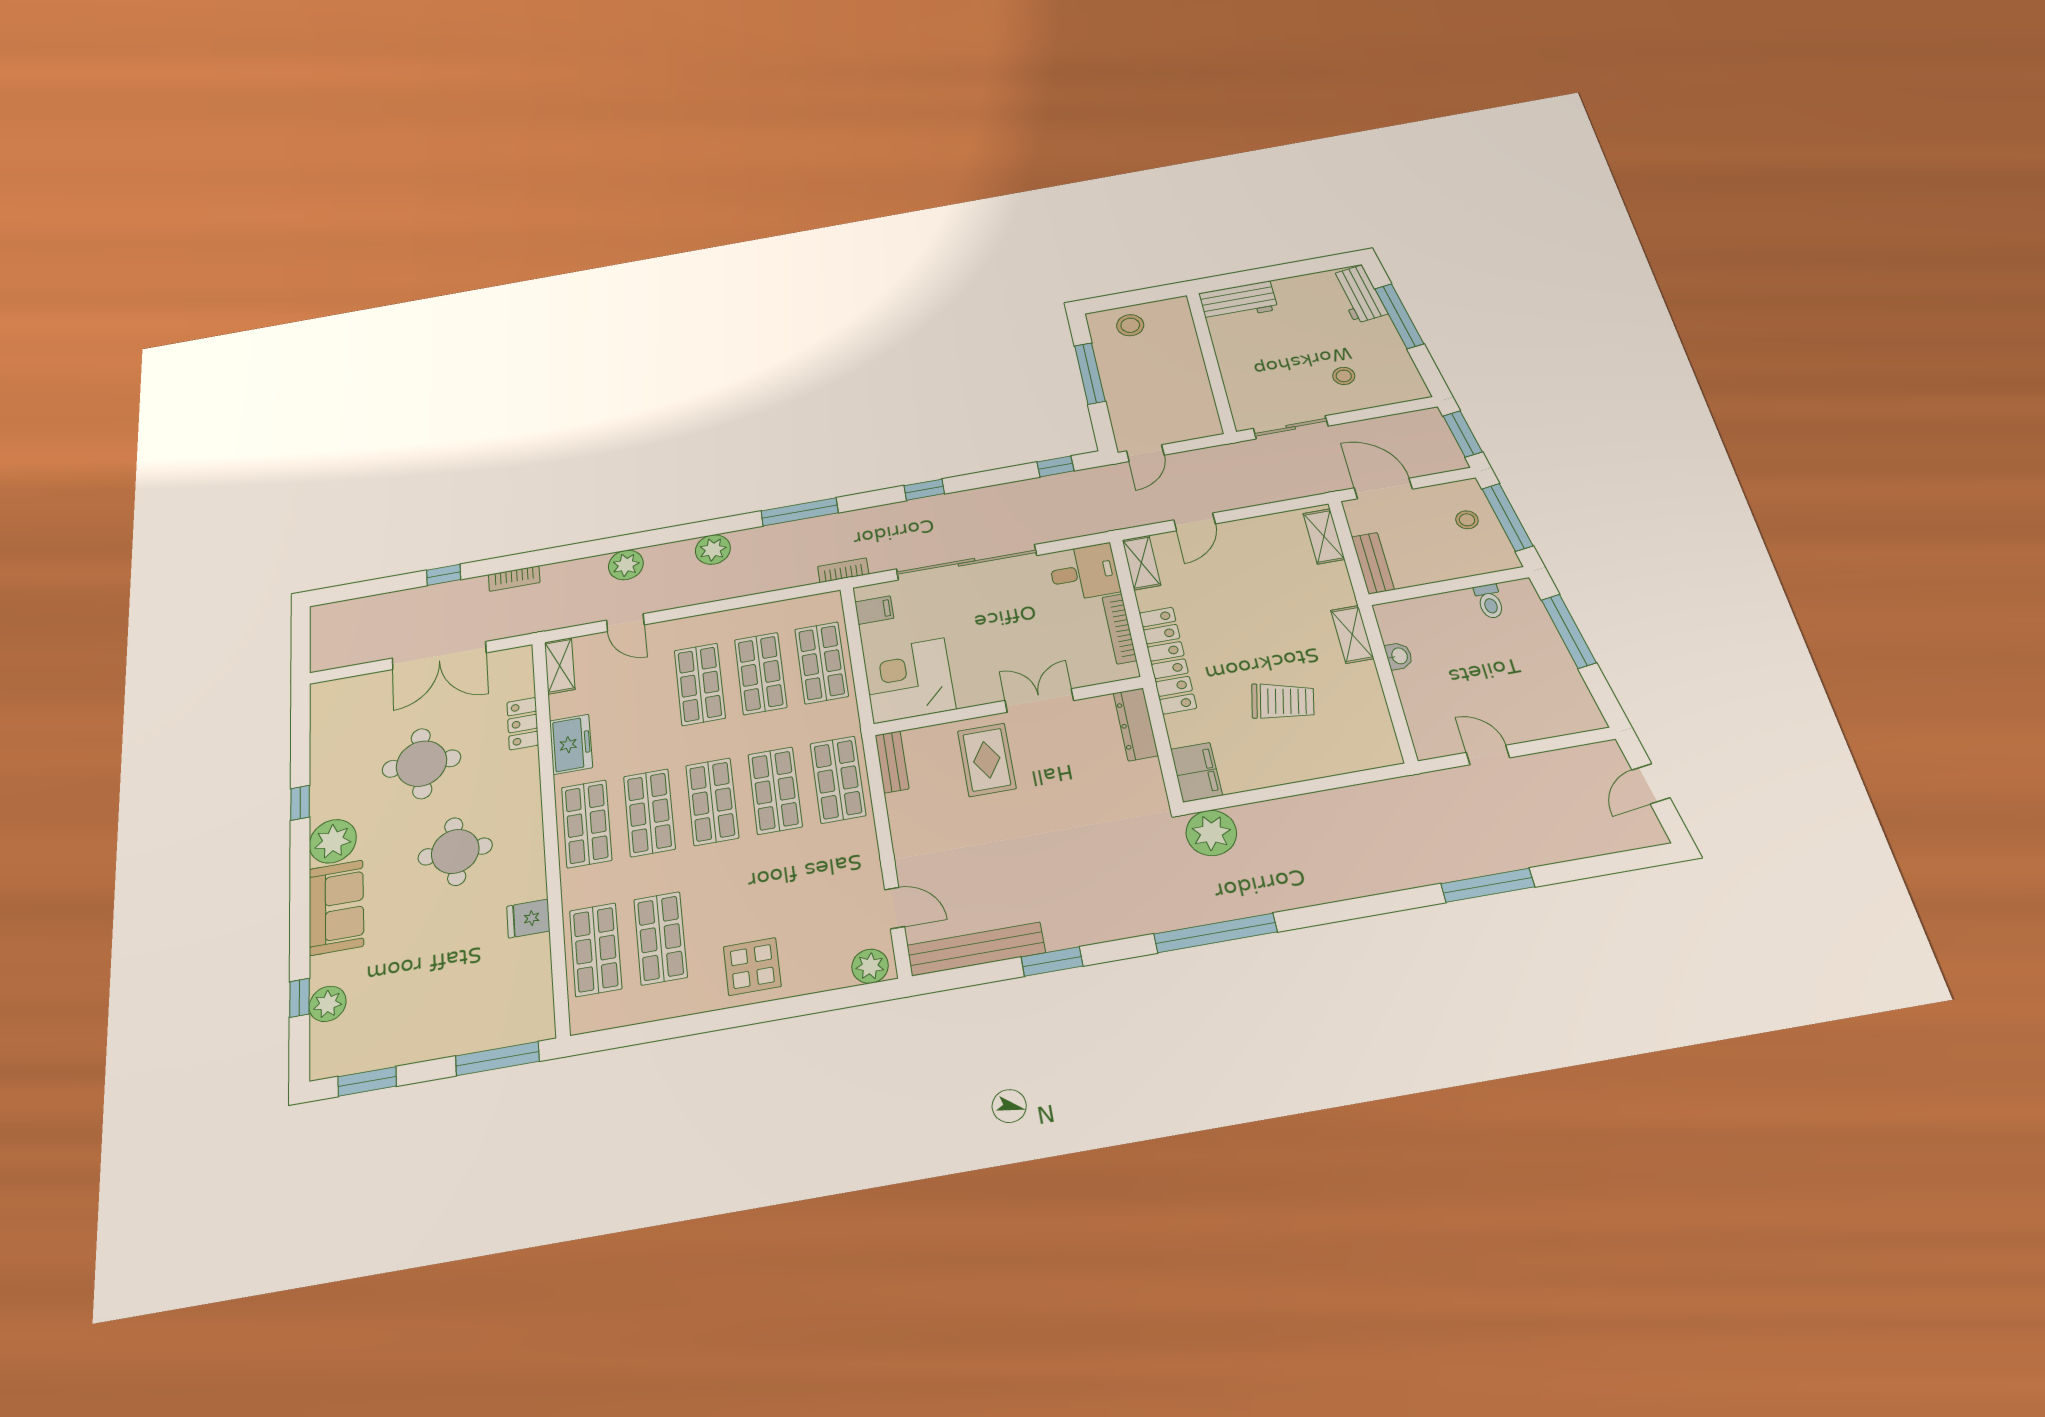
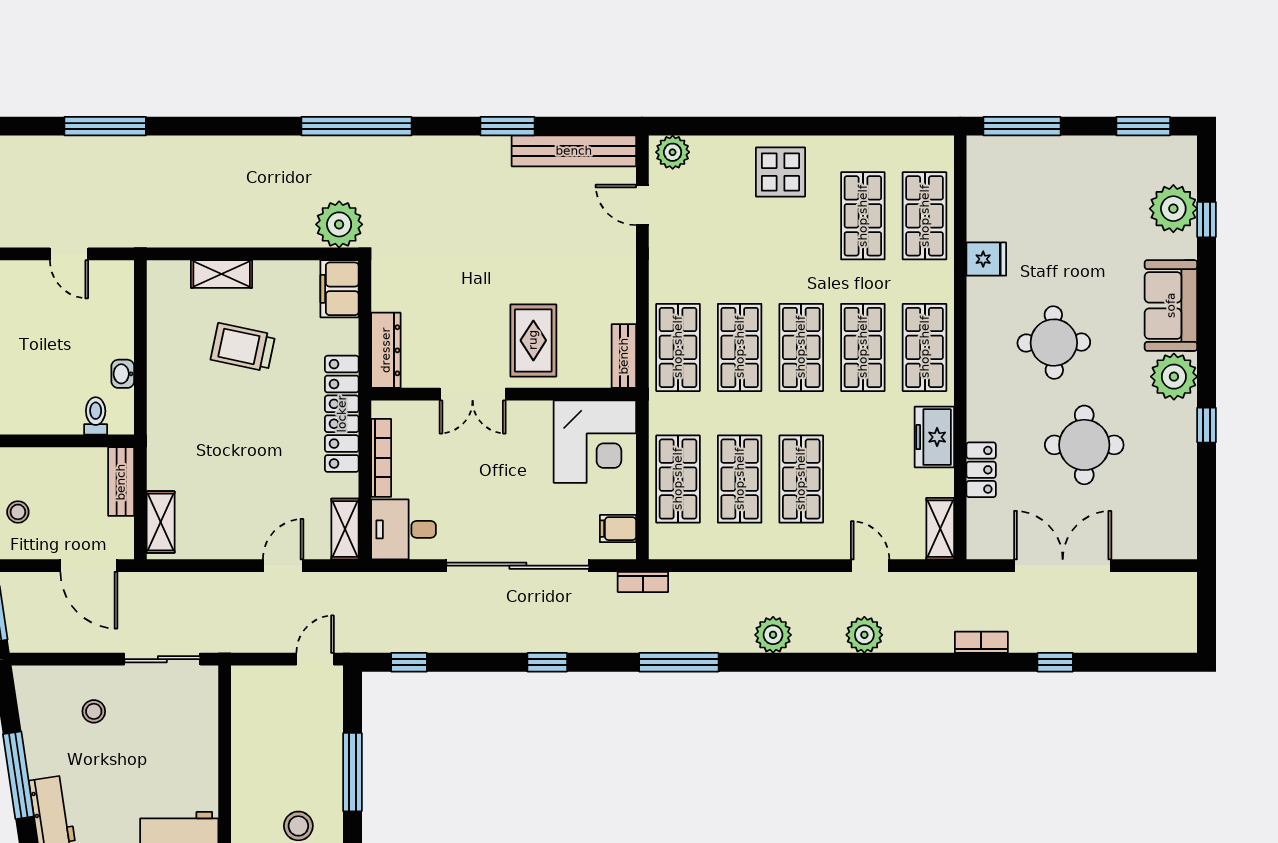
toilet: (1489, 601) -> (96, 416), moved
shelving: (1352, 634) -> (222, 274), moved, turned 90
plant: (328, 1004) -> (1173, 209), width x1.36, depth x1.36

